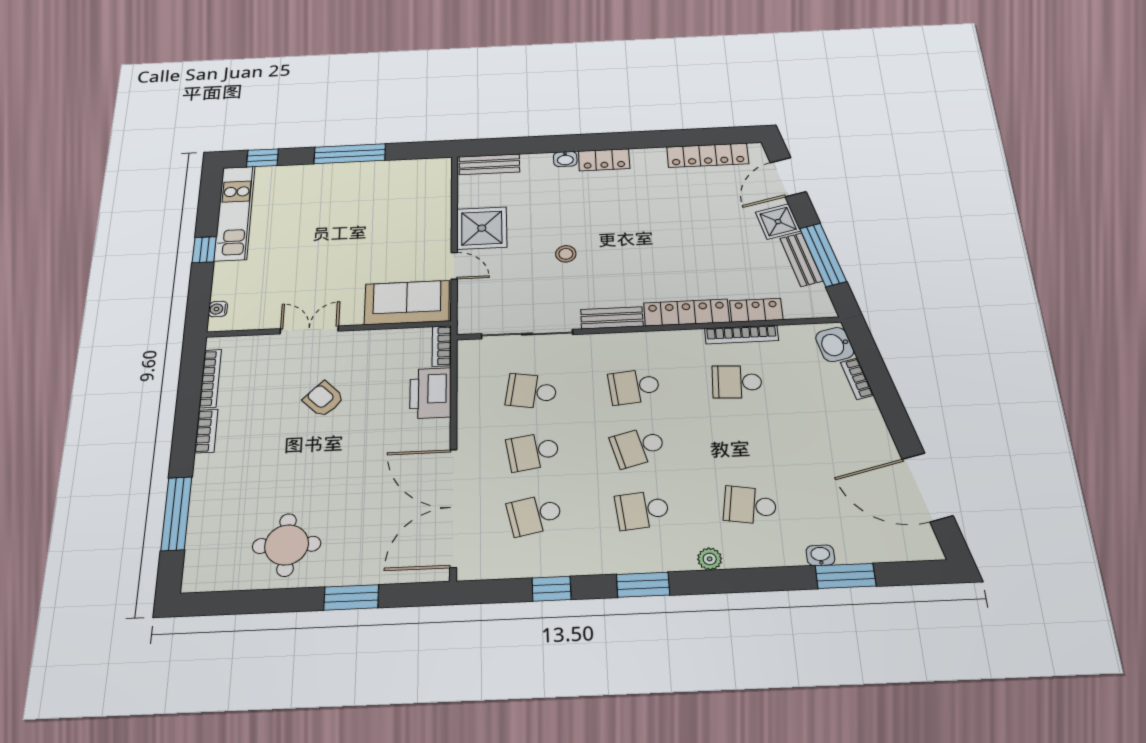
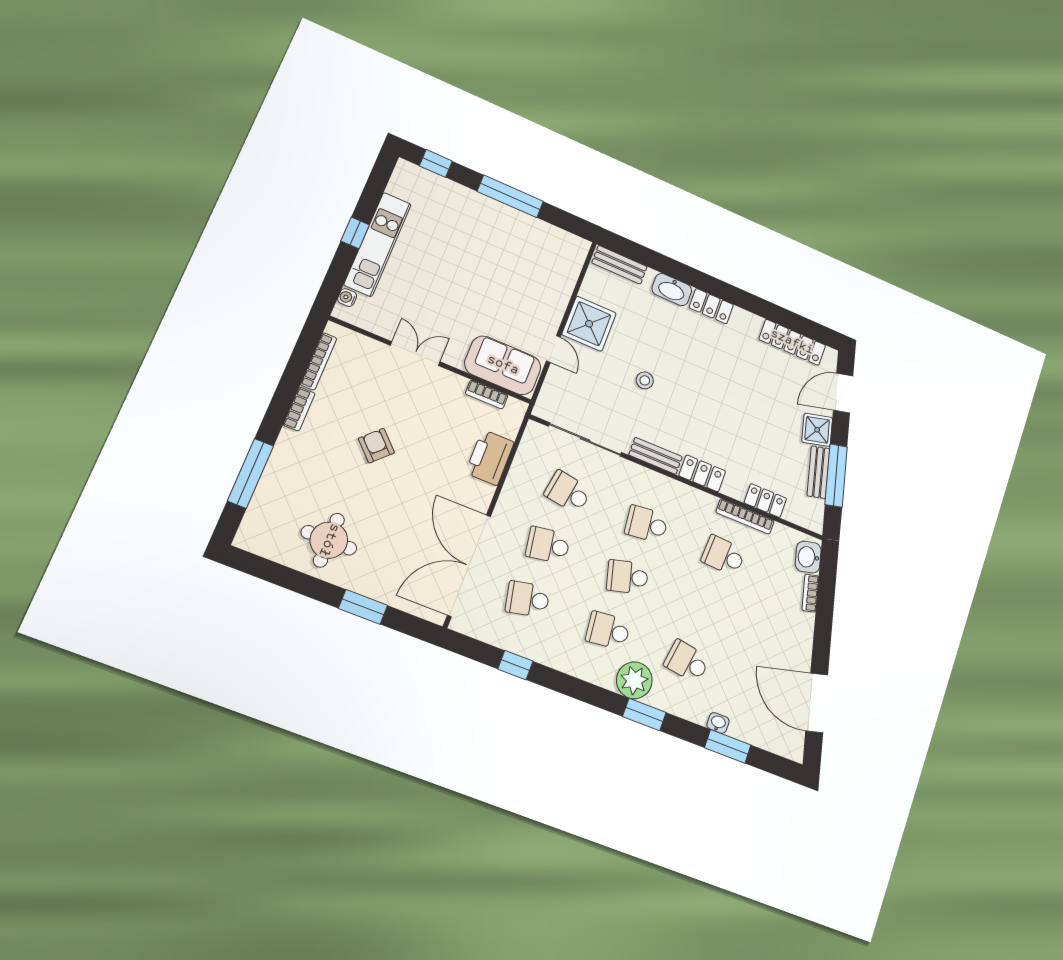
washbasin: (565, 159) -> (672, 290), width x1.91, depth x1.45
kitchen unit: (235, 213) -> (378, 244), moved
locker: (686, 313) -> (702, 473), width x0.66
bookcase: (442, 346) -> (487, 394), moved, turned -90
armchair: (324, 399) -> (376, 446), moved
plant: (710, 559) -> (634, 680), width x1.87, depth x1.87
window: (643, 585) -> (644, 714), moved

